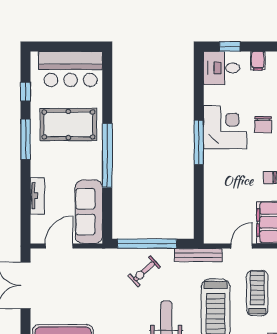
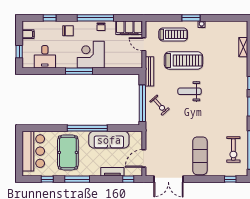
desk: (222, 68) -> (45, 57), moved
corner desk: (225, 127) -> (91, 55), moved
sofa: (89, 212) -> (109, 140), moved
window: (26, 221) -> (128, 179), added
door: (59, 246) -> (144, 158), hinge flipped
treadmill: (257, 293) -> (173, 34), turned 180

